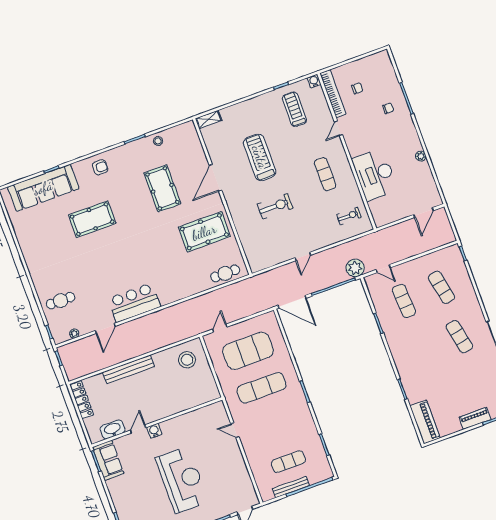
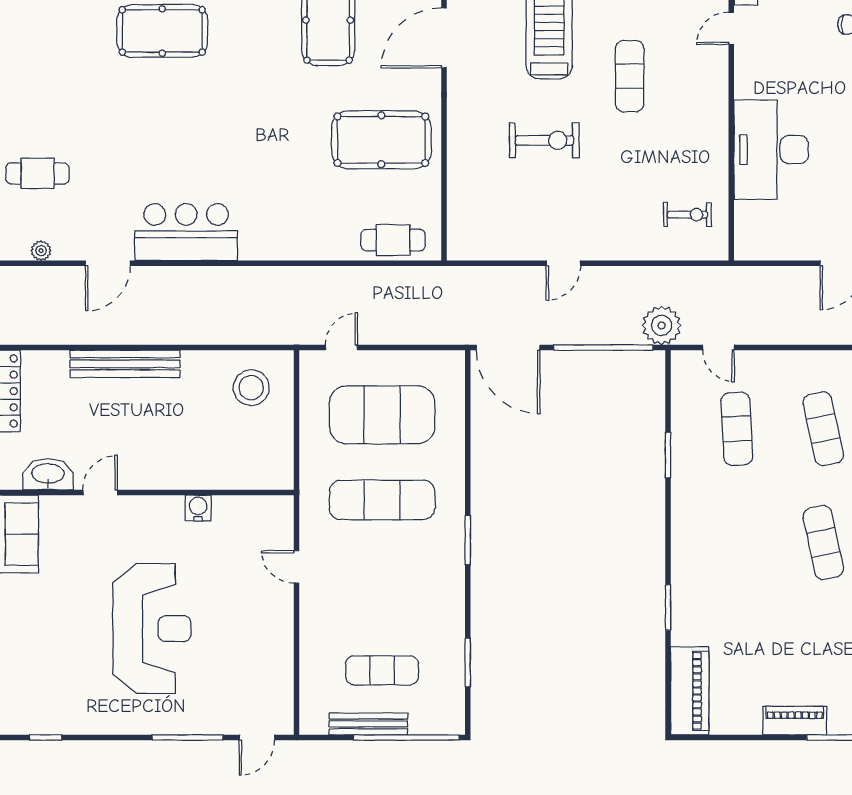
exercise mat: (325, 174) -> (630, 76), moved
water cooler: (154, 431) -> (198, 508), moved

